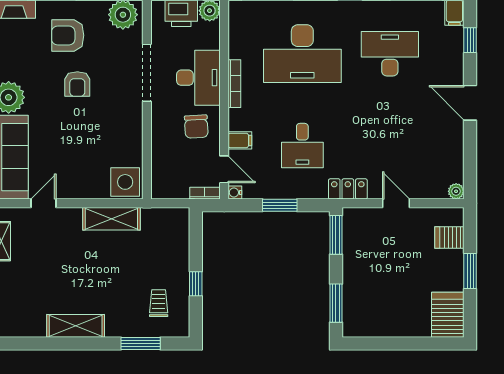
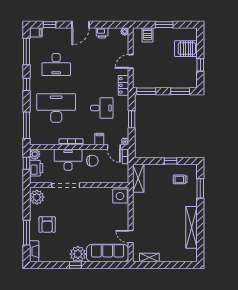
desk: (302, 54) -> (56, 108), turned -90
desk: (390, 54) -> (56, 64), turned -90
armchair: (77, 84) -> (71, 220), removed
printer: (453, 146) -> (102, 33), added
door: (224, 169) -> (114, 147), swing flipped
shelving: (111, 219) -> (138, 178), moved
server rack: (448, 315) -> (186, 49), moved
shelving: (76, 326) -> (191, 227), width x1.47
window: (389, 344) -> (200, 65), added

